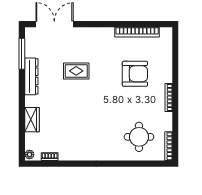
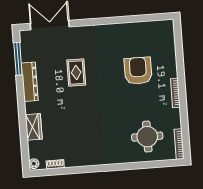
bookcase: (137, 32) -> (137, 27), removed
rug: (76, 71) -> (76, 72), turned 90
armchair: (135, 74) -> (138, 71), turned -90

